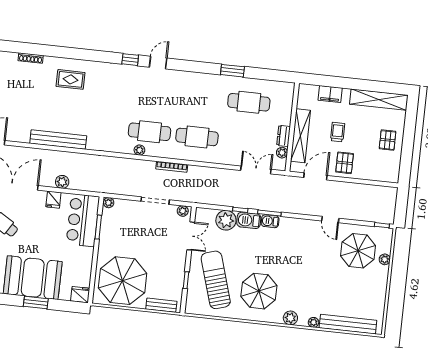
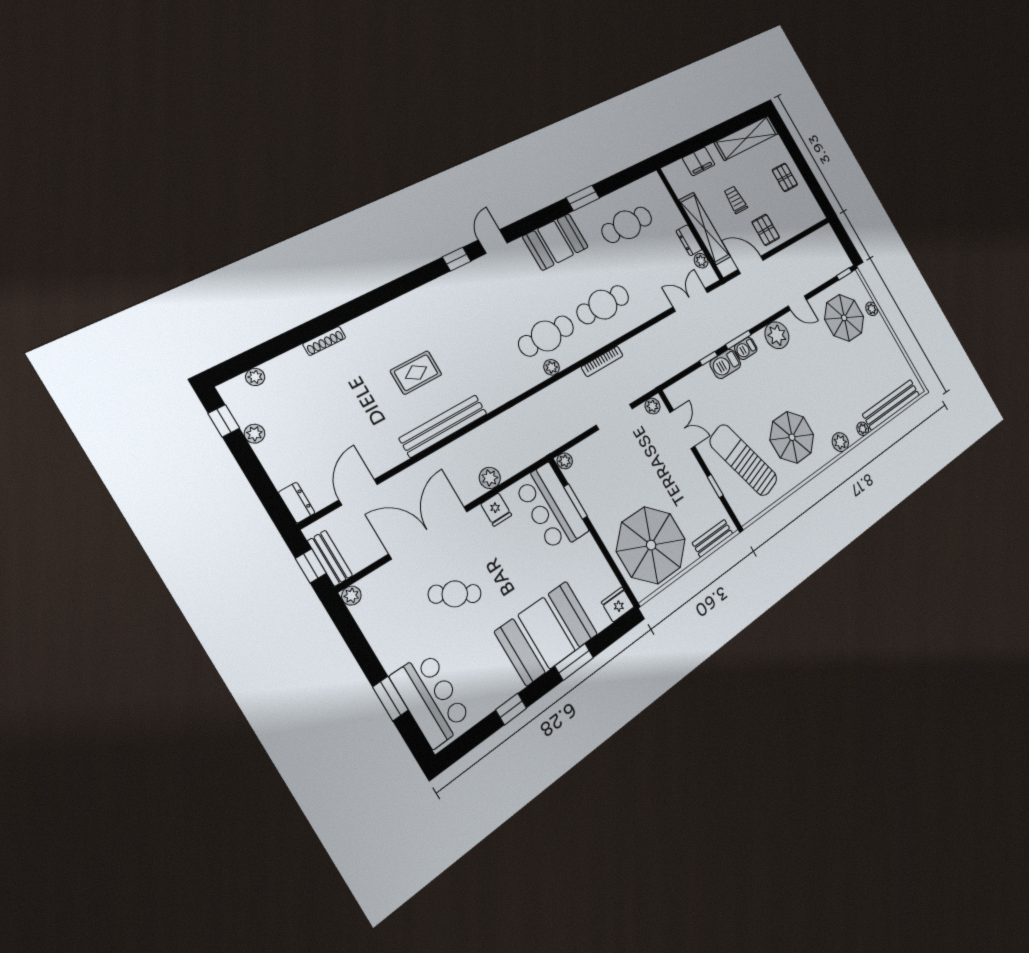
rug: (71, 79) -> (416, 373), moved
booth: (196, 85) -> (556, 242), added
door: (315, 176) -> (751, 265), hinge flipped
plant: (226, 220) -> (777, 335), moved

